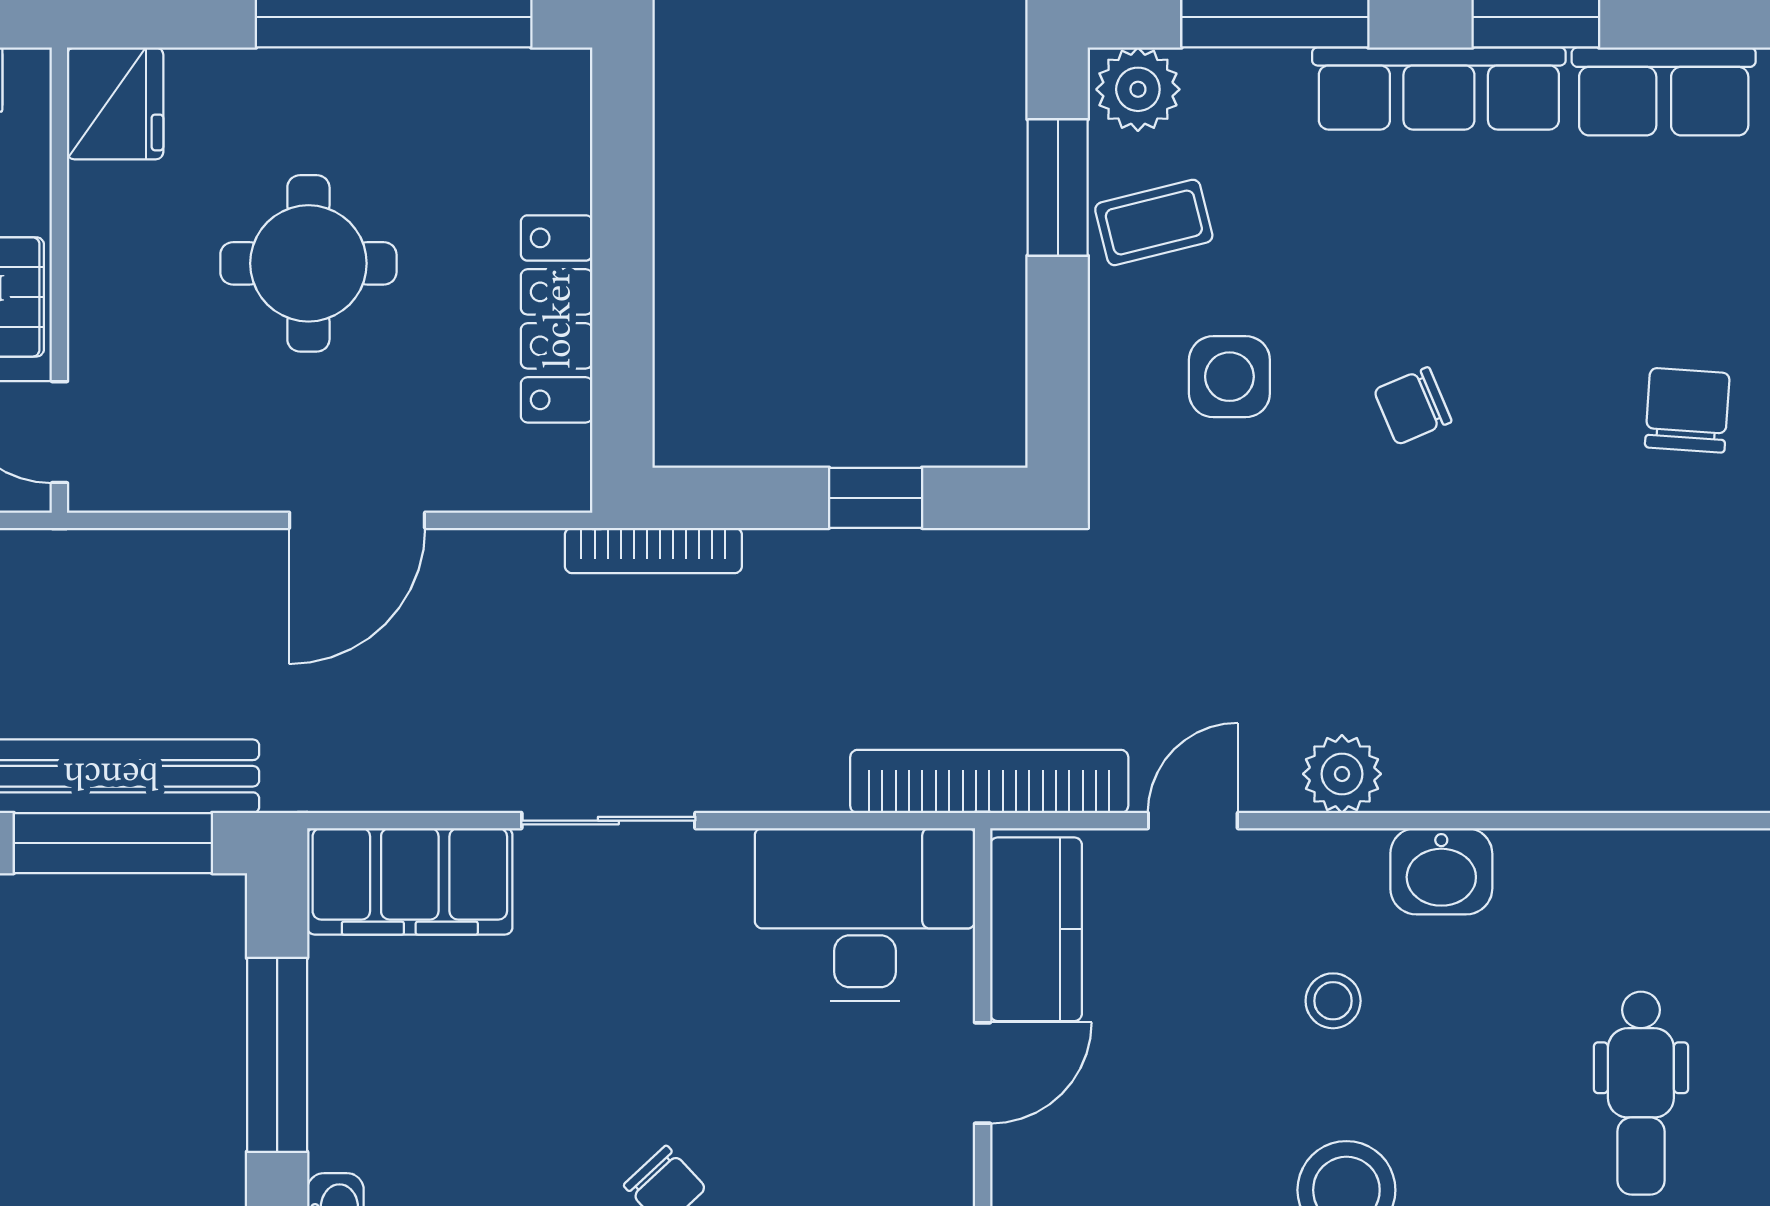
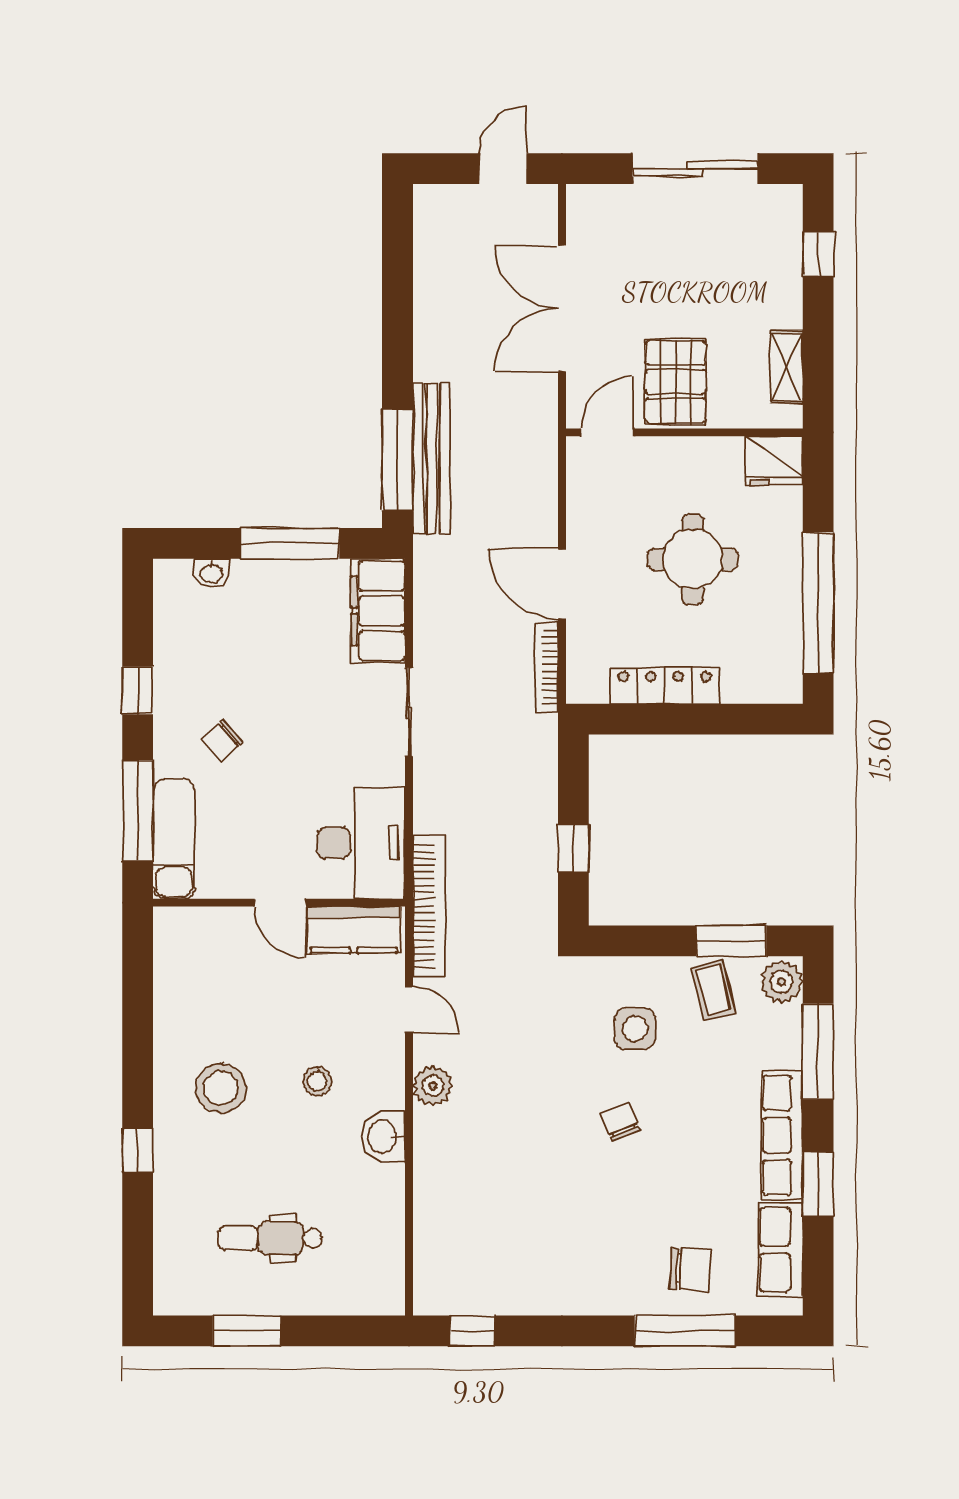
chair: (1687, 410) -> (691, 1270), moved
bookcase: (653, 550) -> (547, 667), moved

